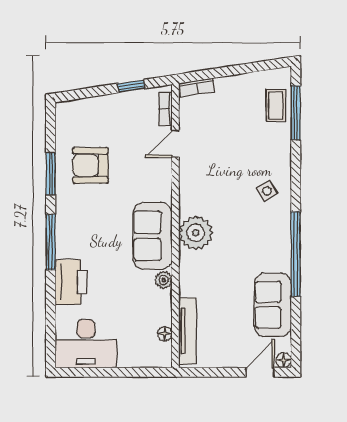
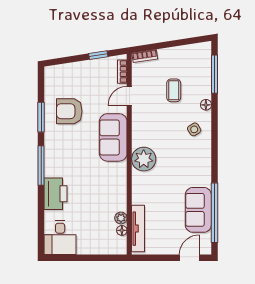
coffee table: (276, 105) -> (174, 90), moved
sofa: (153, 236) -> (113, 137), moved
window: (296, 254) -> (214, 213), moved
plant: (163, 280) -> (121, 218), moved
desk: (86, 344) -> (60, 237), width x0.73
floor lamp: (284, 360) -> (206, 105), moved

